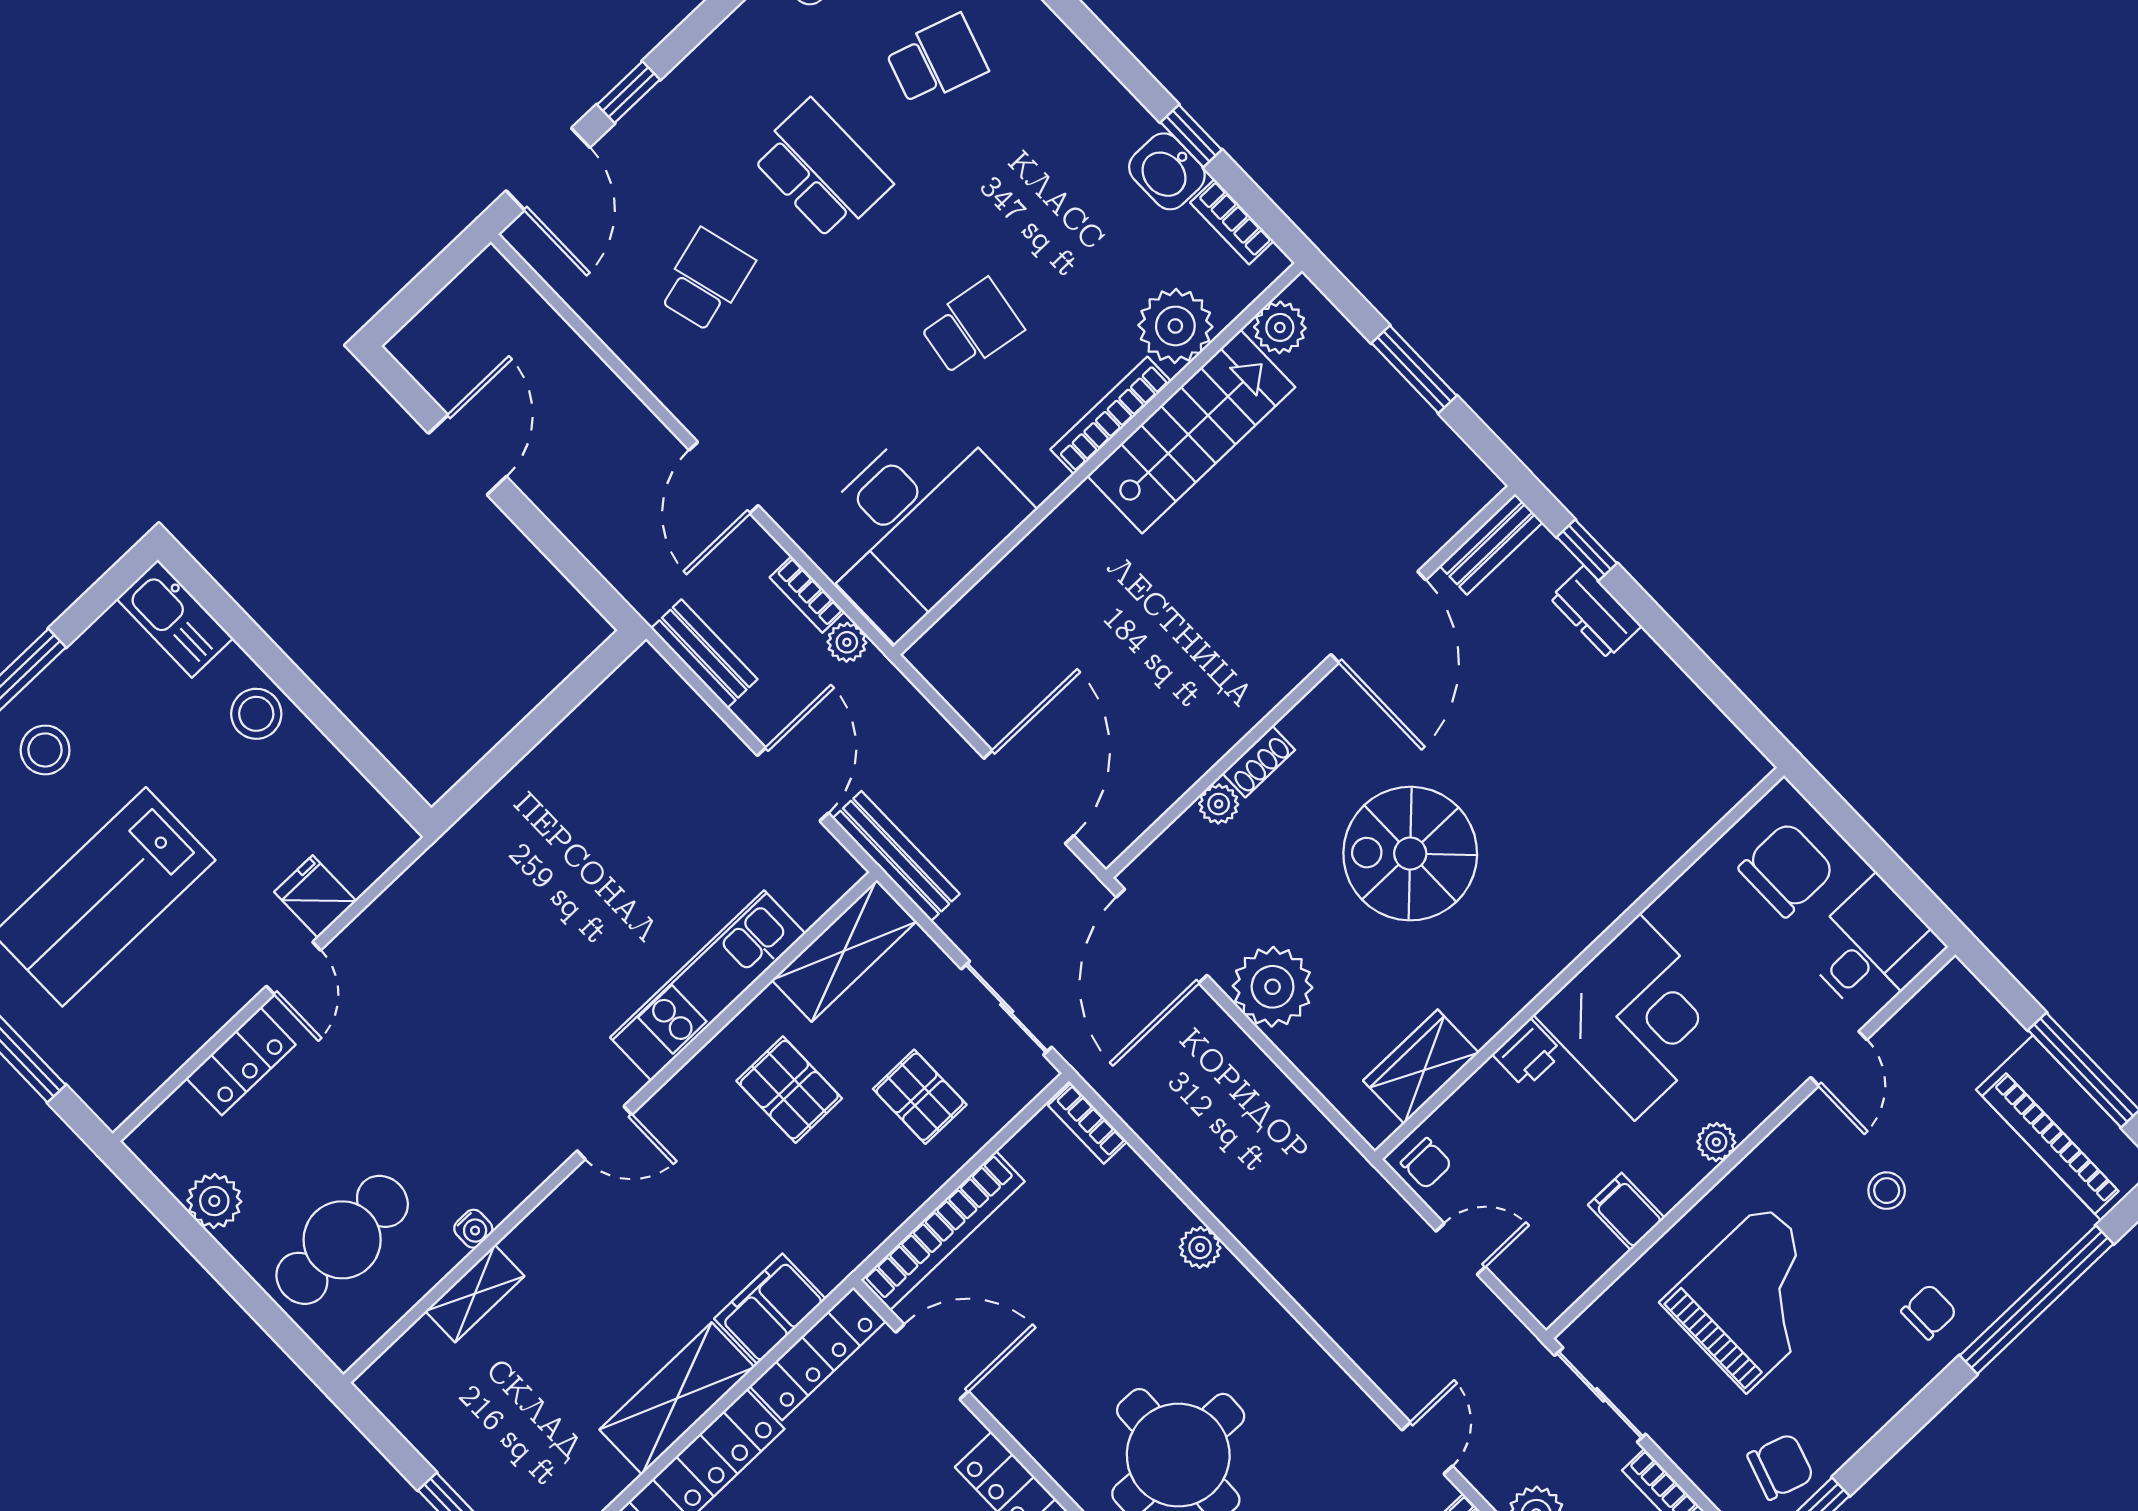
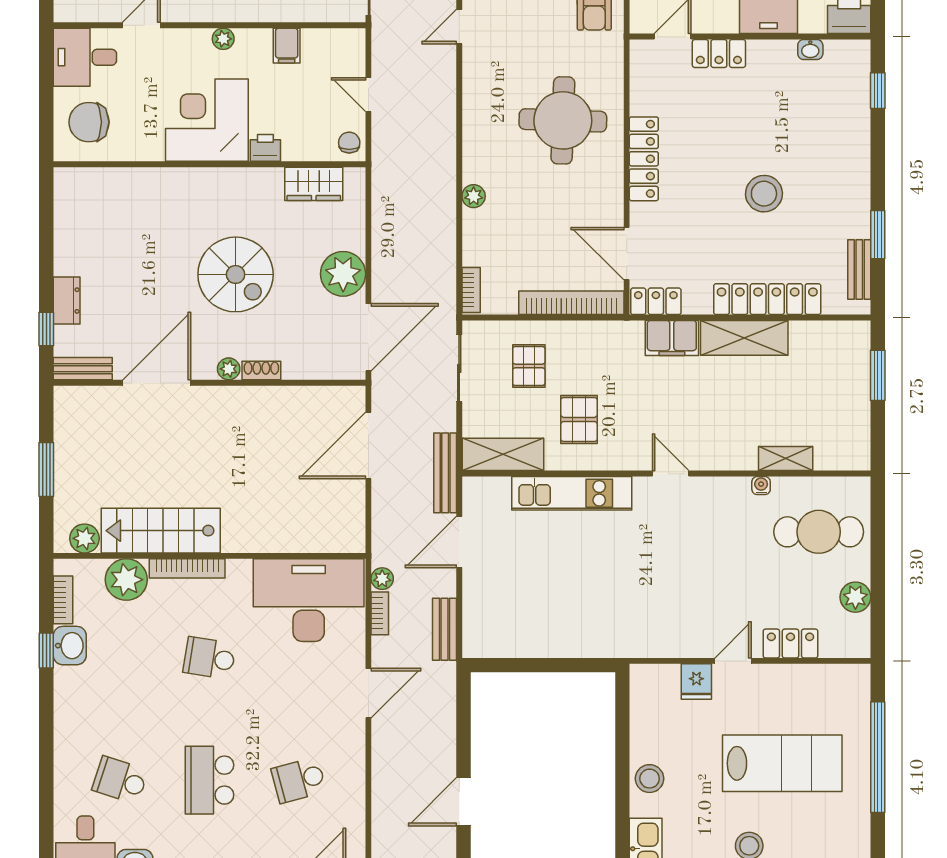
plant: (1219, 804) -> (229, 369), moved
locker: (818, 1354) -> (656, 301), width x0.66

